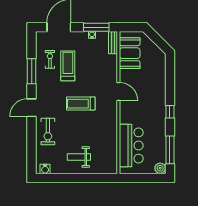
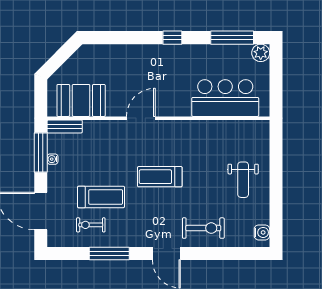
treadmill: (68, 66) -> (101, 197), turned 180
treadmill: (81, 104) -> (160, 177), turned 90

